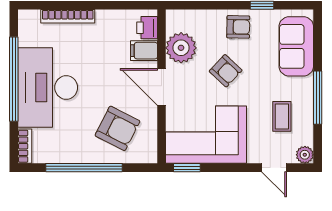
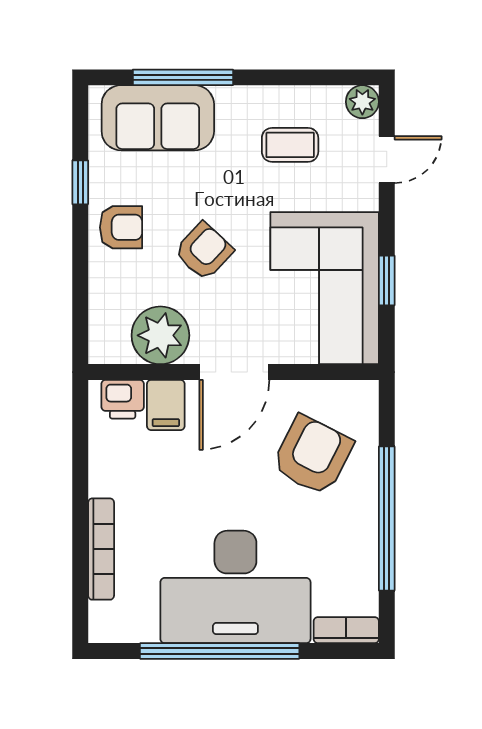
armchair: (238, 27) -> (121, 227), turned 89
window: (318, 98) -> (183, 77), moved
window: (187, 168) -> (387, 281), moved

